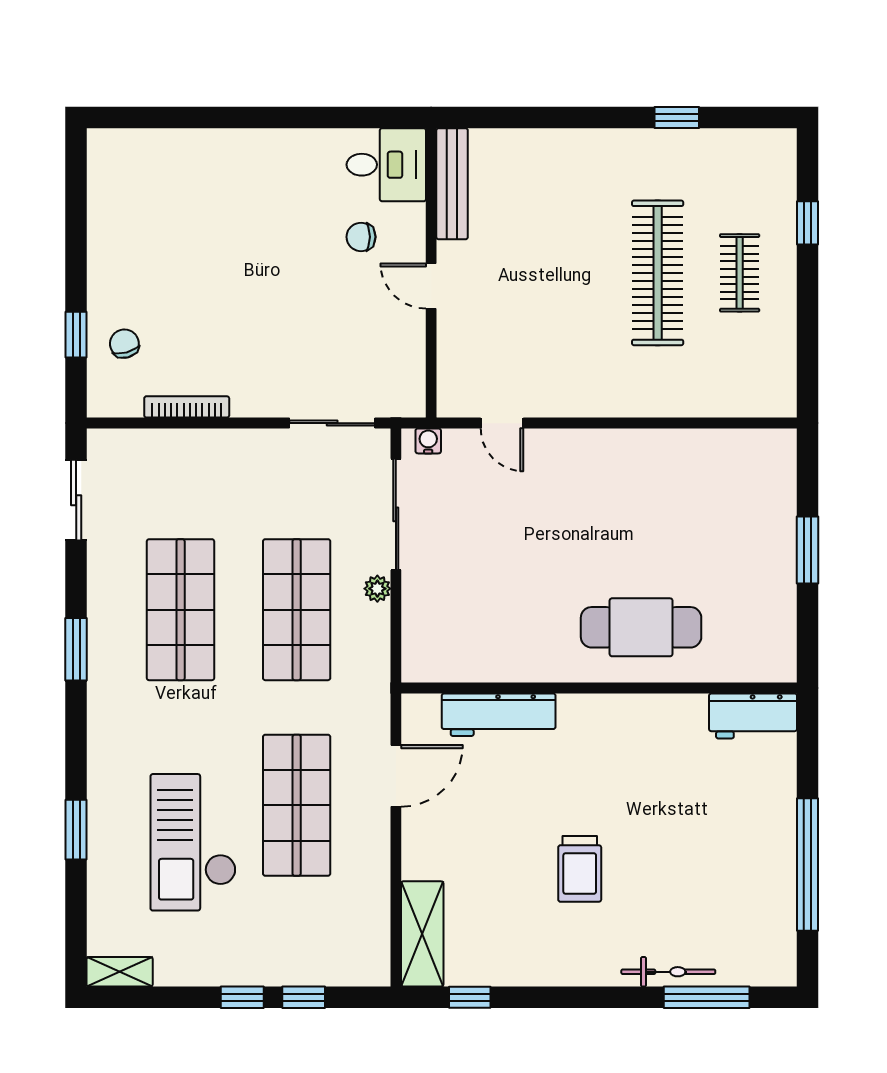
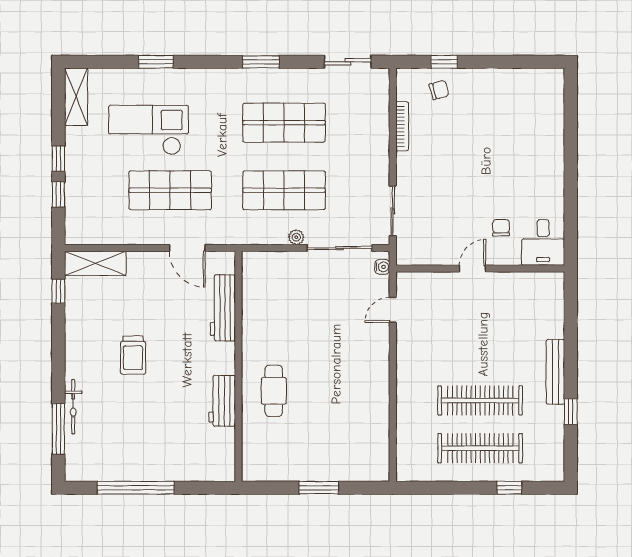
bench: (452, 184) -> (555, 372), moved, turned 90
clothes rail: (740, 273) -> (480, 448), width x1.86, depth x1.31
cafe table: (641, 627) -> (274, 391), width x0.73, depth x0.74
workbench: (753, 716) -> (222, 401), moved
trolley: (580, 869) -> (133, 355), turned -90
shelving: (120, 972) -> (76, 97), width x1.50, depth x1.33

